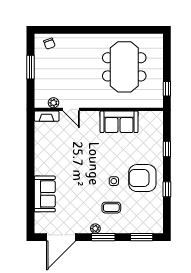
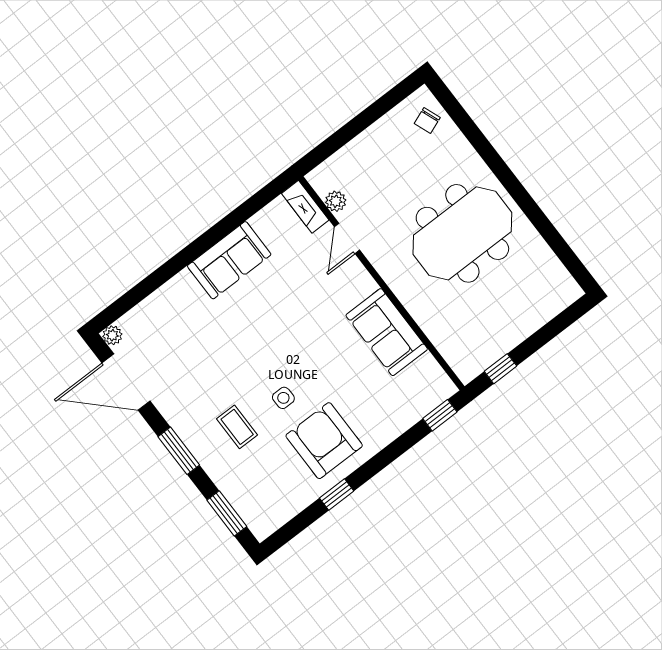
window: (30, 67) -> (365, 119), removed
meeting table: (124, 67) -> (462, 233), moved
window: (167, 149) -> (440, 415), moved
sofa: (45, 194) -> (229, 260), moved
plant: (95, 229) -> (112, 335), moved

